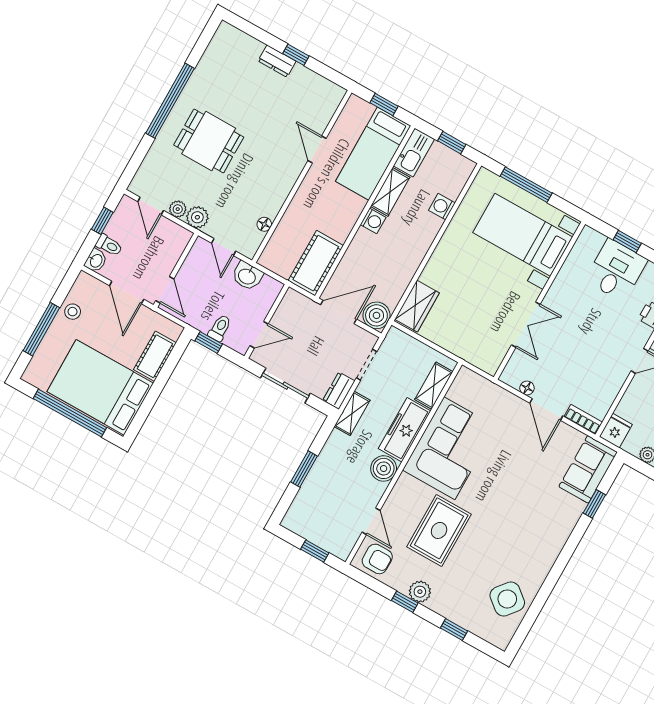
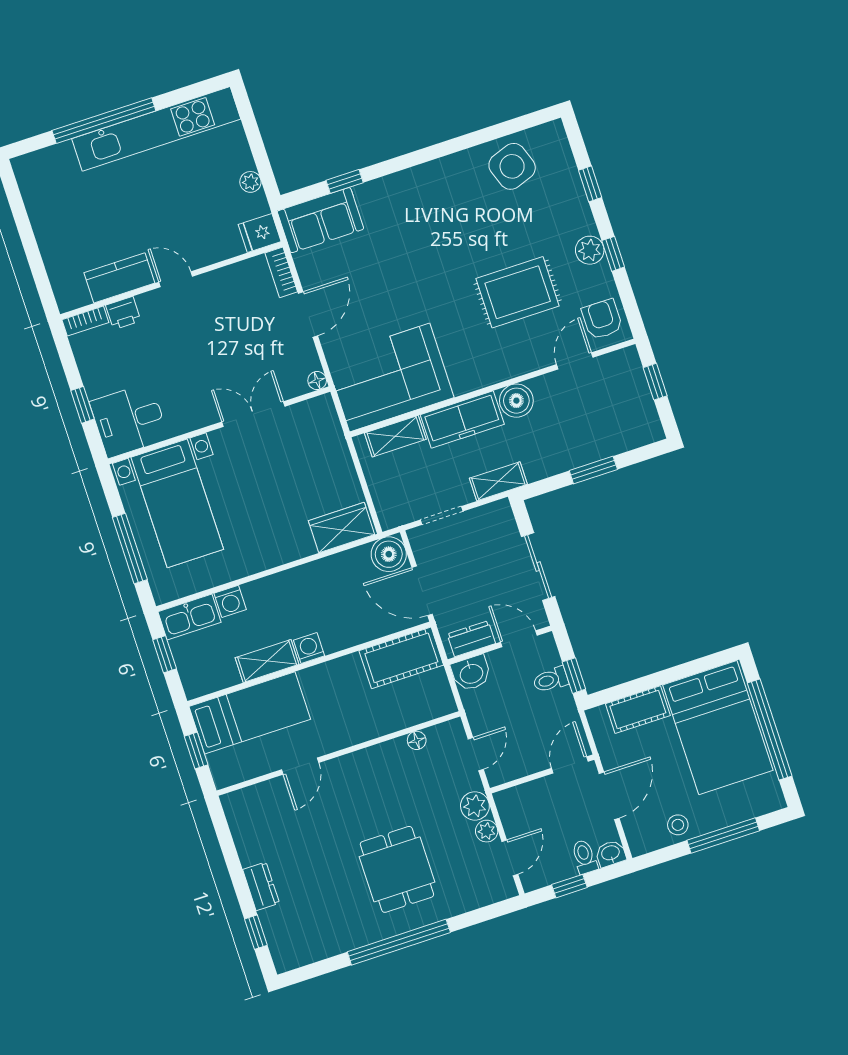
window: (296, 55) -> (256, 932), moved
kitchen sink: (414, 152) -> (190, 617), moved, turned 180
desk: (616, 270) -> (129, 420), moved
washbasin: (247, 276) -> (471, 673), moved, turned 90
floor lamp: (527, 388) -> (317, 381), moved
dresser: (339, 391) -> (471, 639), moved, turned 180
corner sofa: (449, 448) -> (390, 377), moved
side table: (507, 599) -> (512, 166), turned 31

